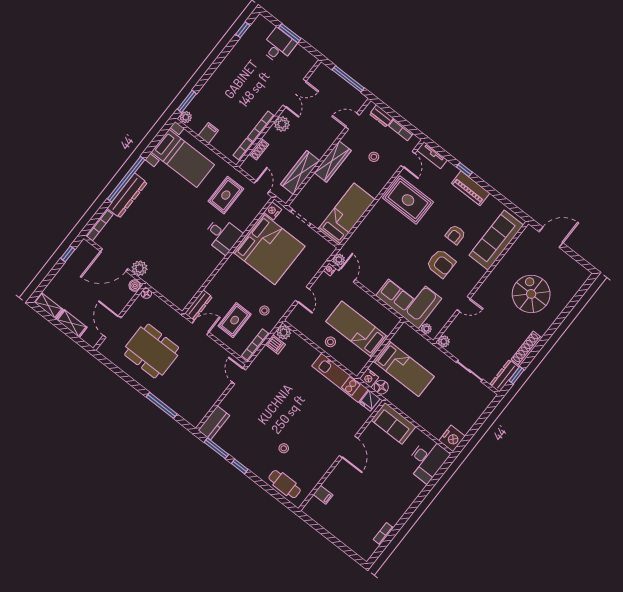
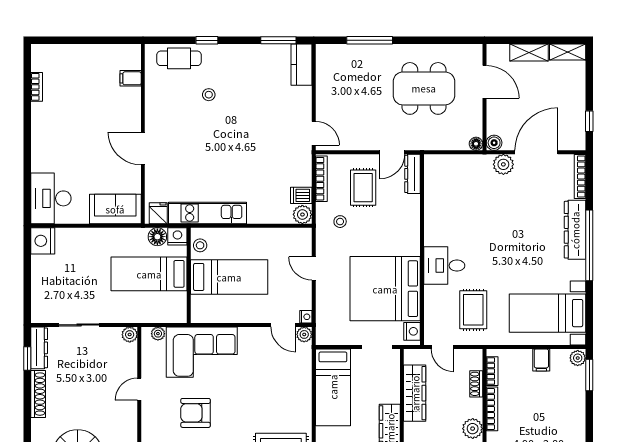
stool: (330, 342) -> (200, 245), moved
window: (240, 466) -> (207, 40), moved

